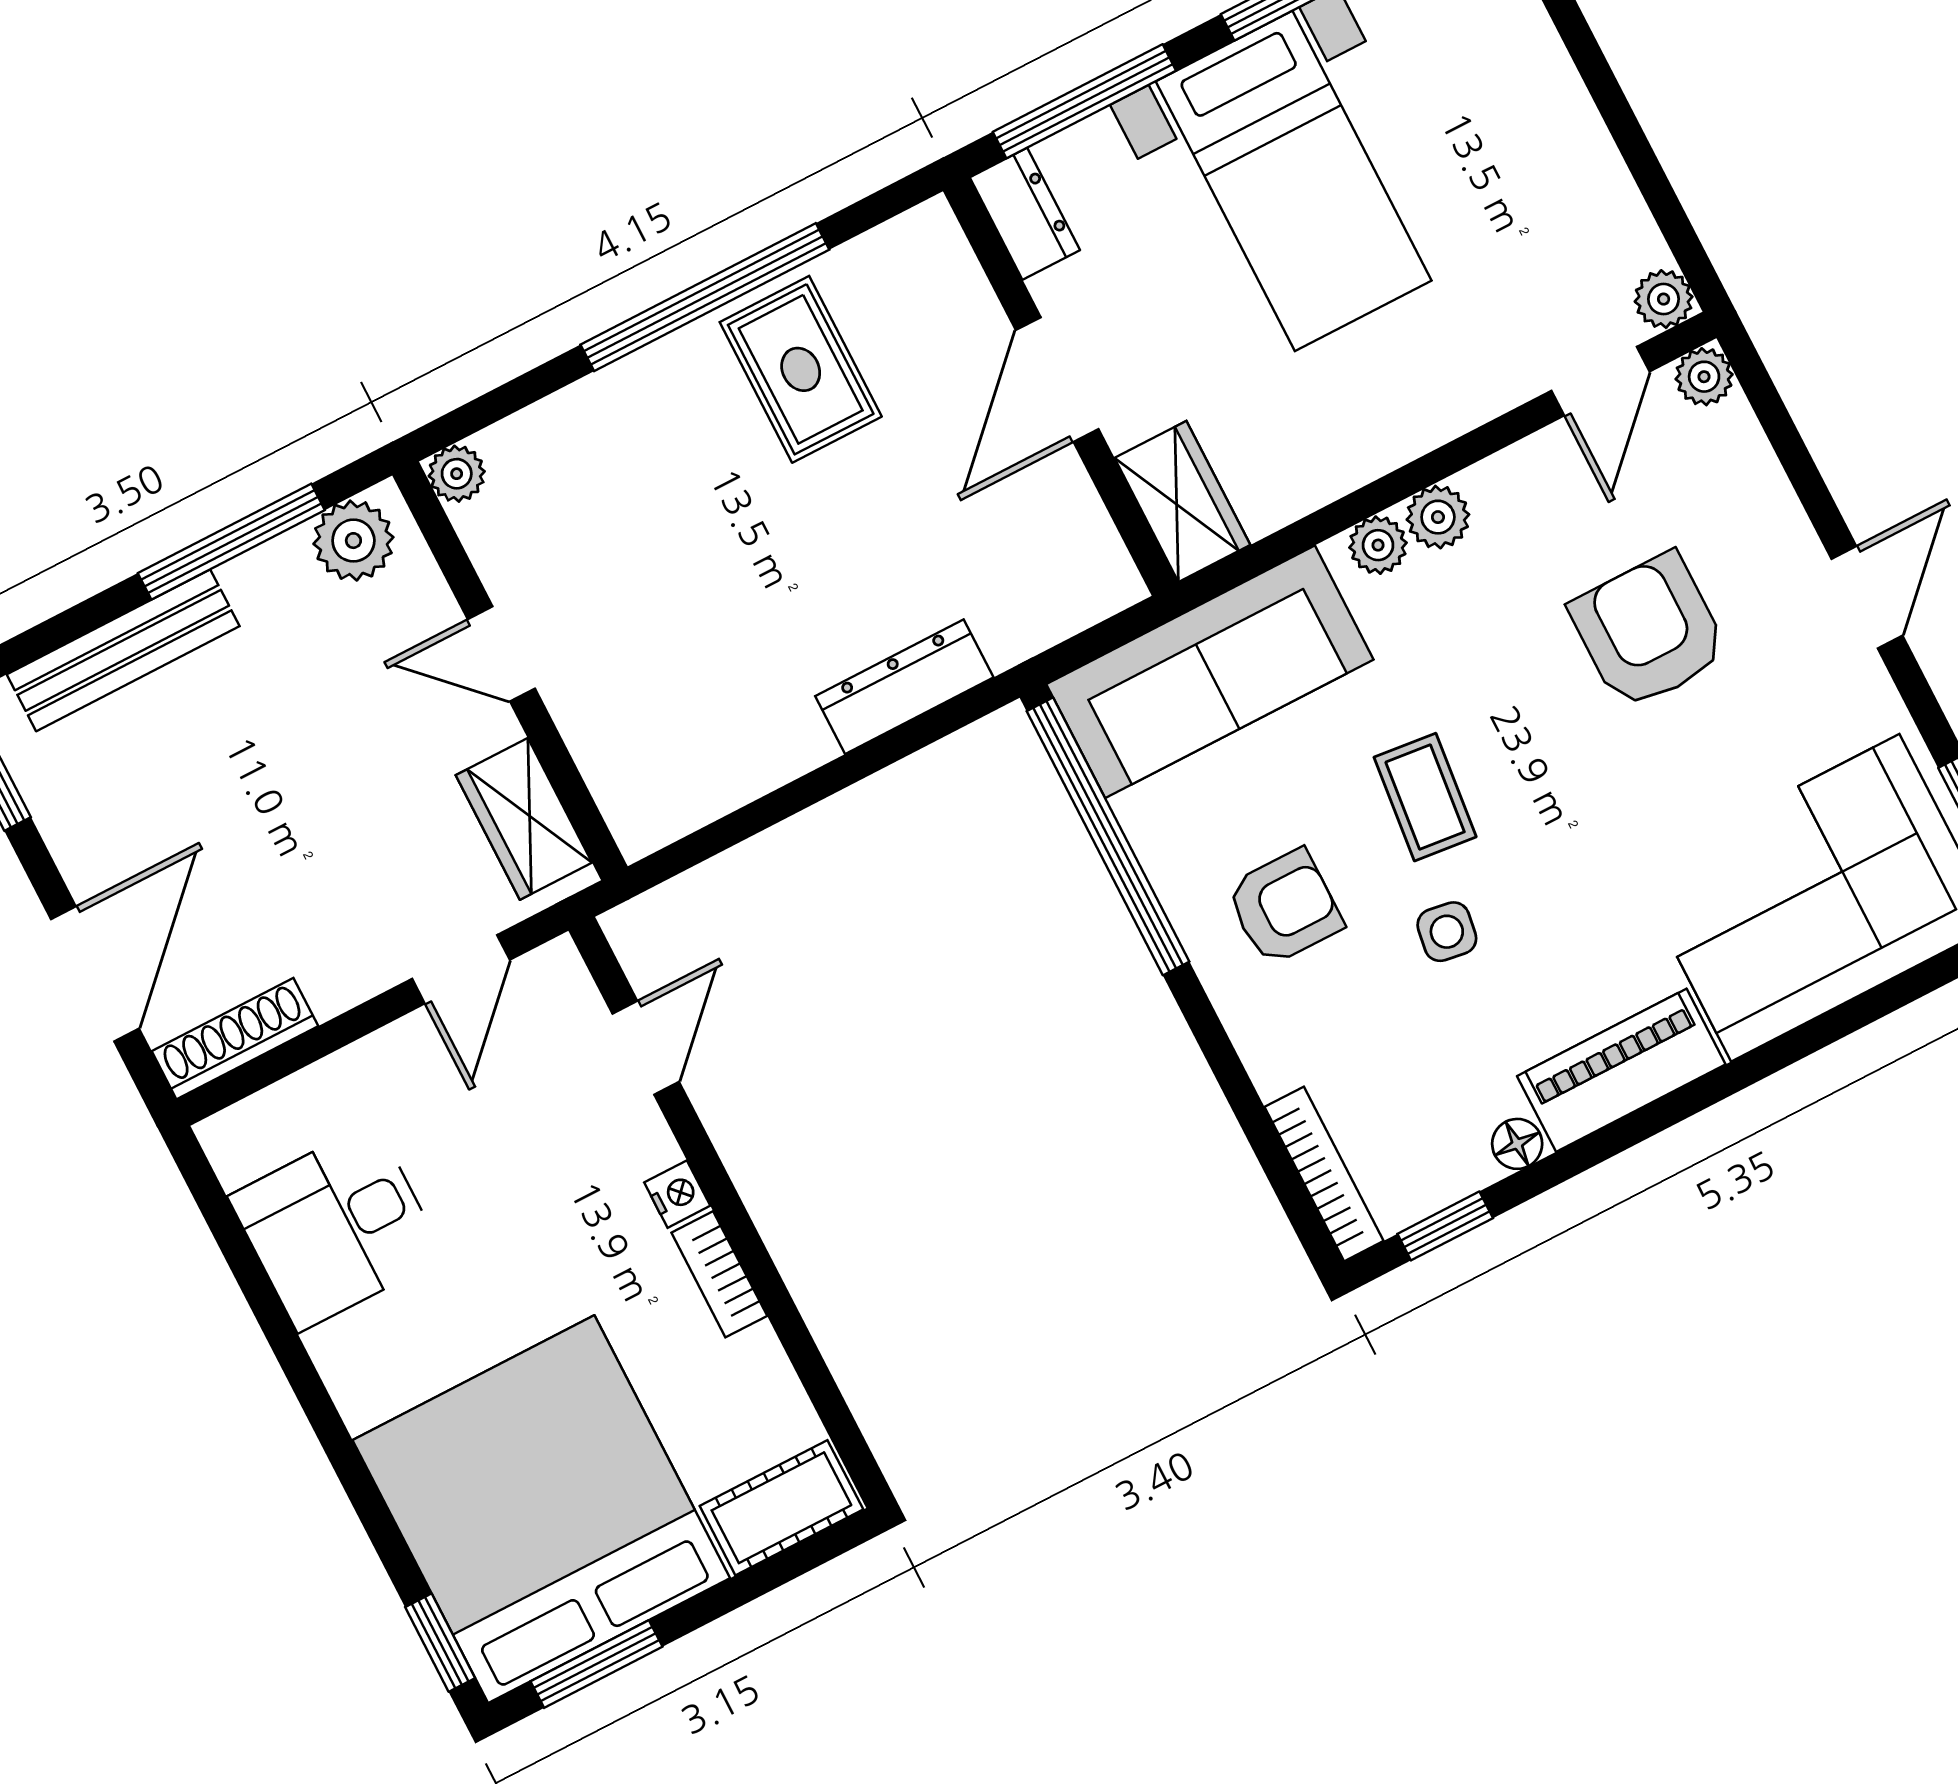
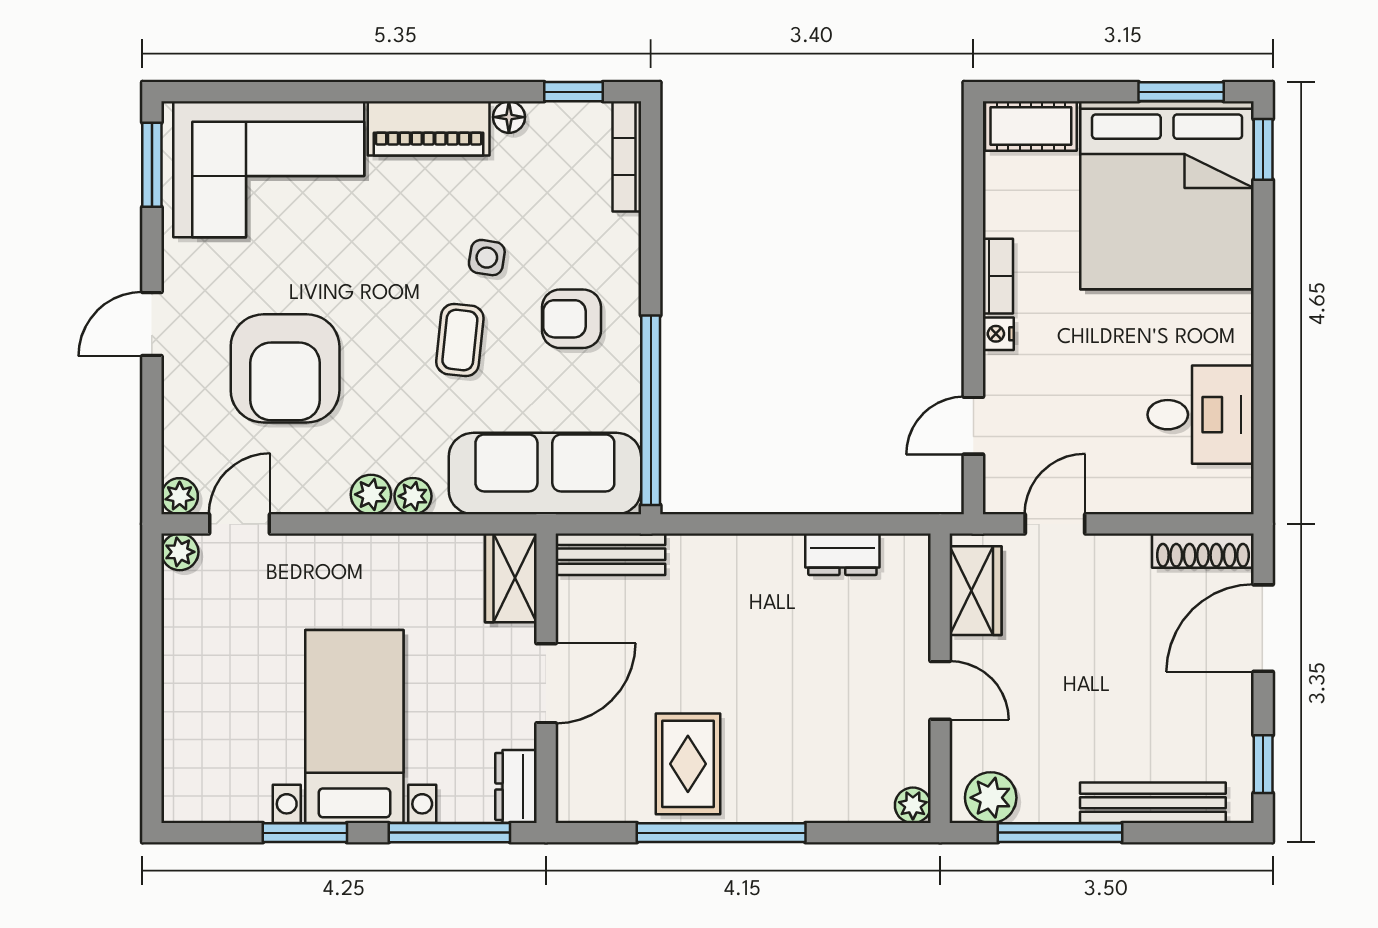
bench: (1060, 606) -> (610, 554), added
armchair: (1649, 631) -> (285, 368), width x1.36, depth x1.36
dresser: (904, 687) -> (842, 554), moved, width x0.70

